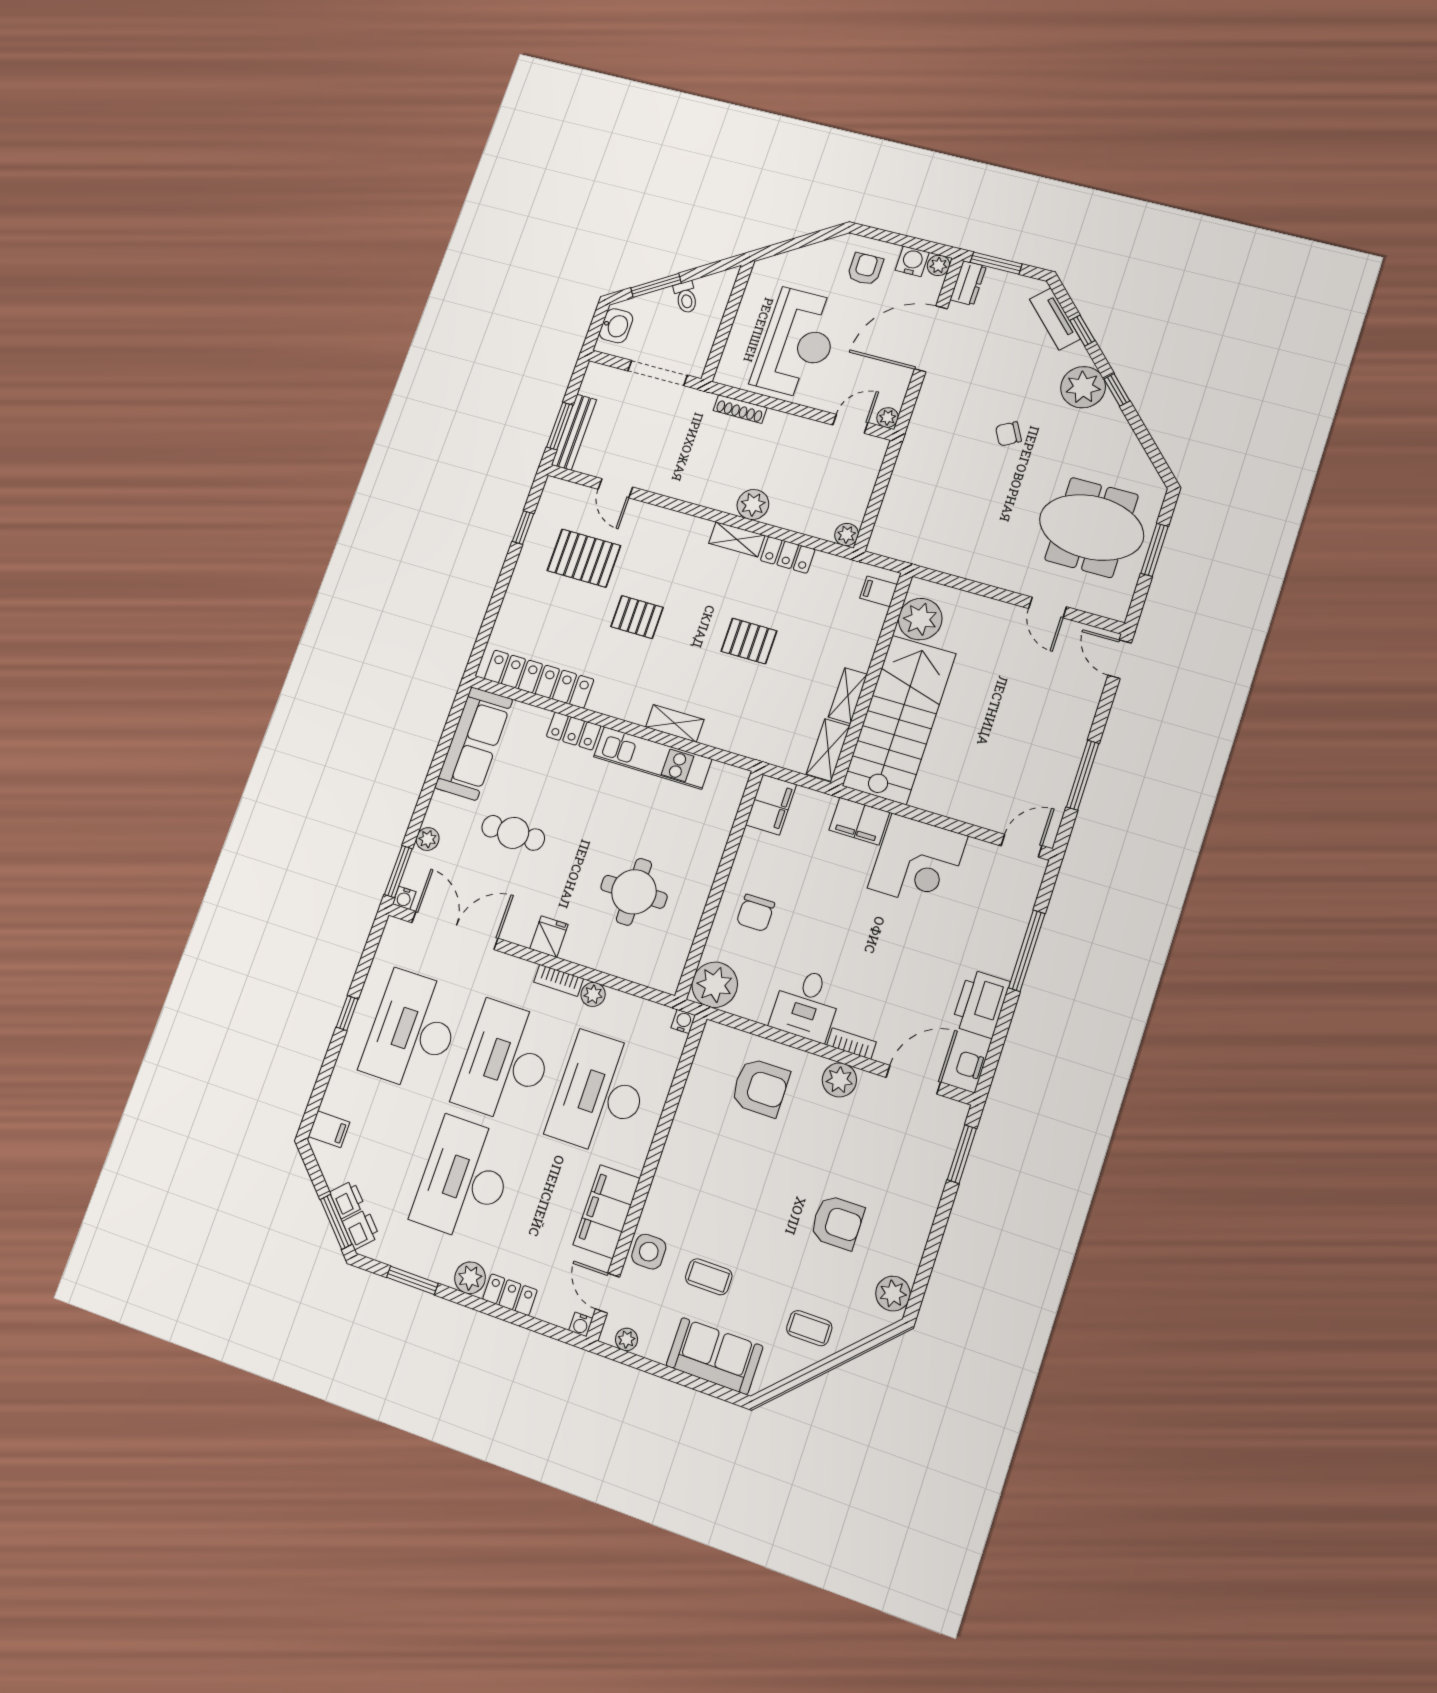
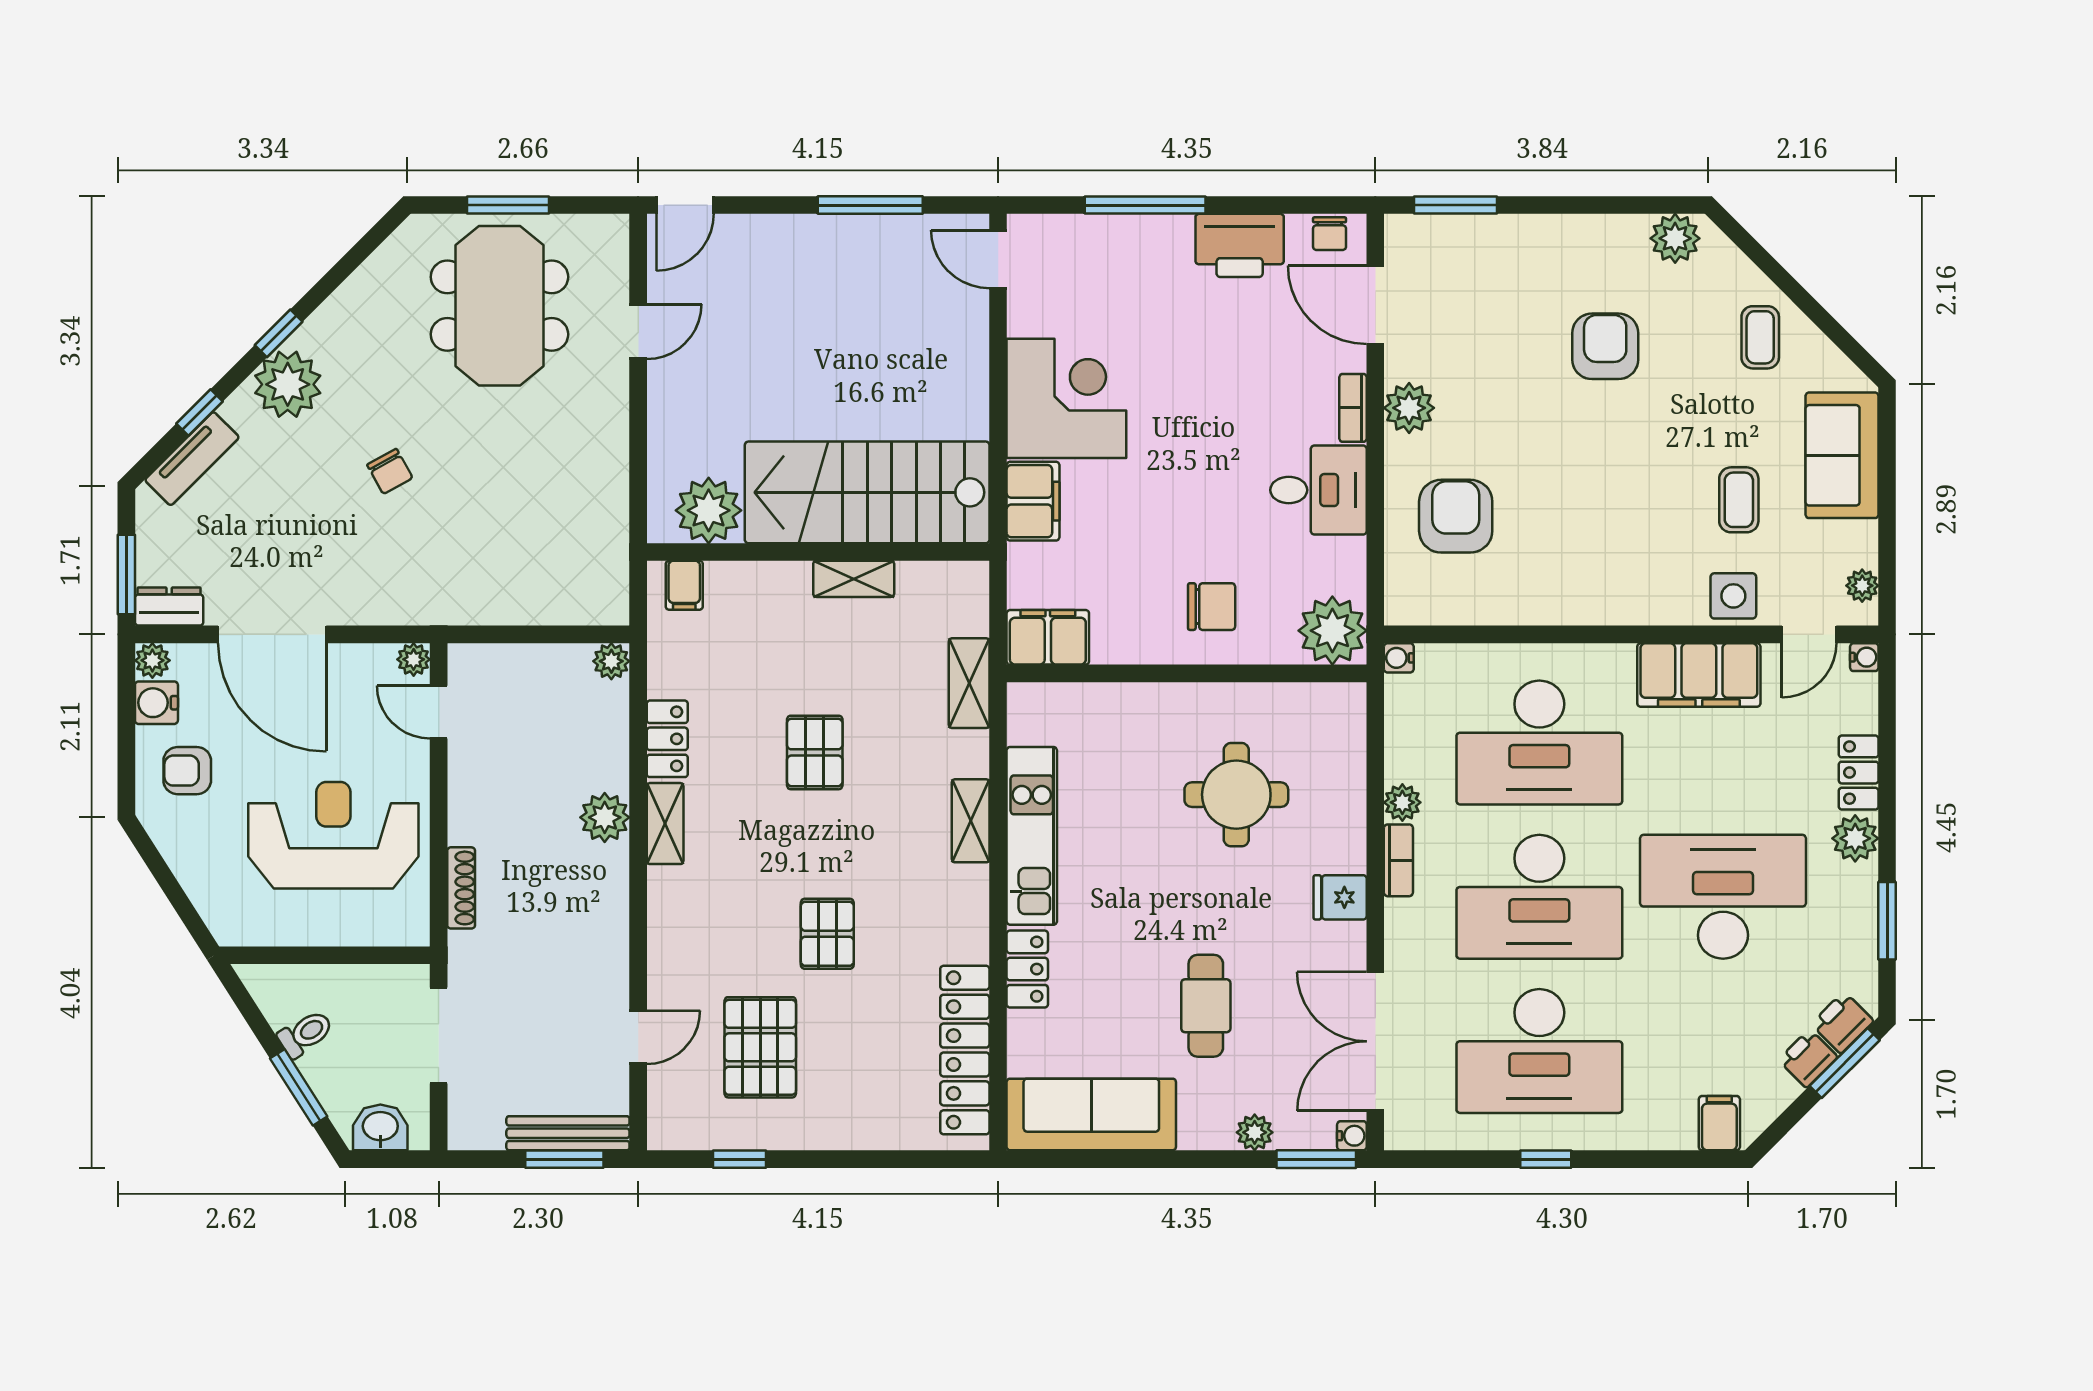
shelving: (828, 750) -> (969, 683), moved, turned 90
desk: (464, 1179) -> (1723, 897), turned 180

